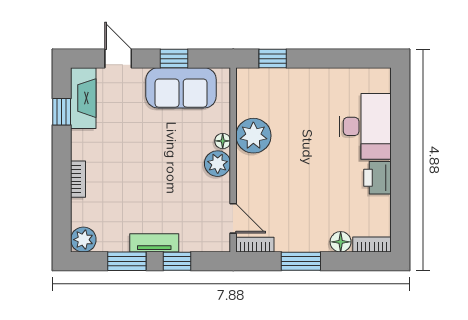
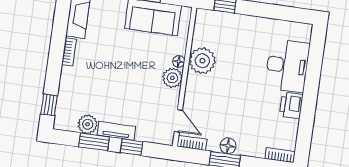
window: (62, 112) -> (49, 105), moved
bookcase: (78, 179) -> (69, 52), moved
plant: (83, 240) -> (88, 124), moved
floor lamp: (341, 242) -> (228, 146), moved

